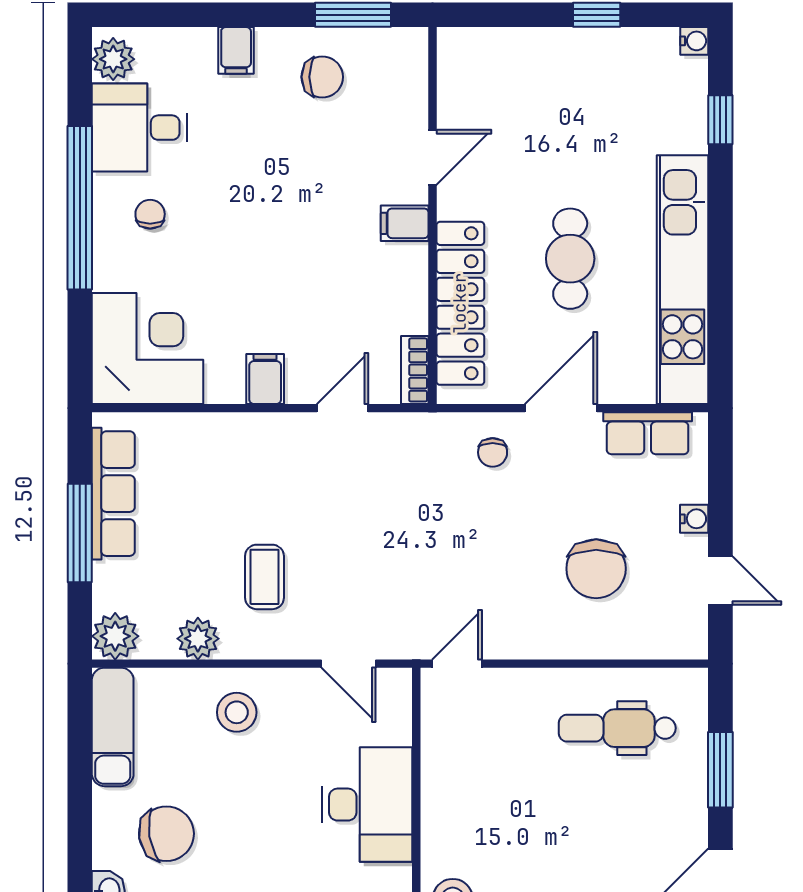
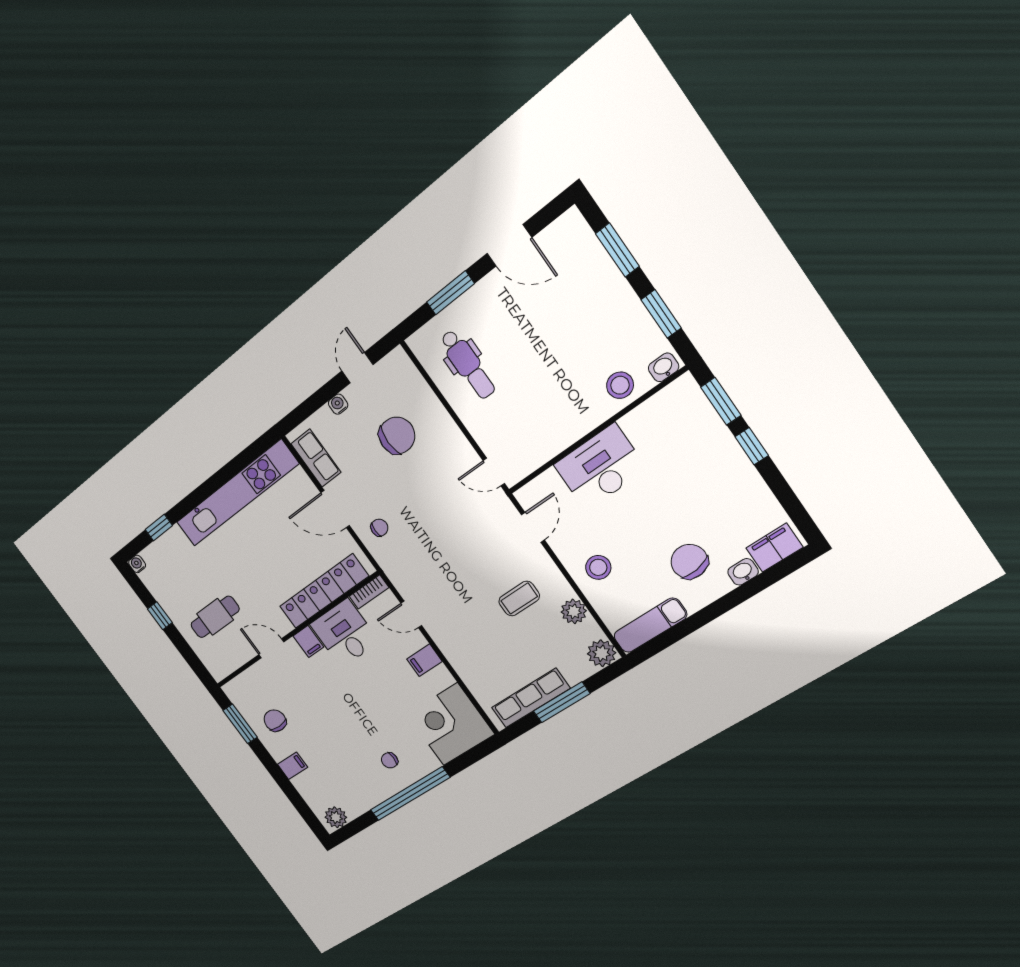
desk: (140, 128) -> (344, 633), moved, turned 180
cafe table: (570, 259) -> (215, 617), moved

